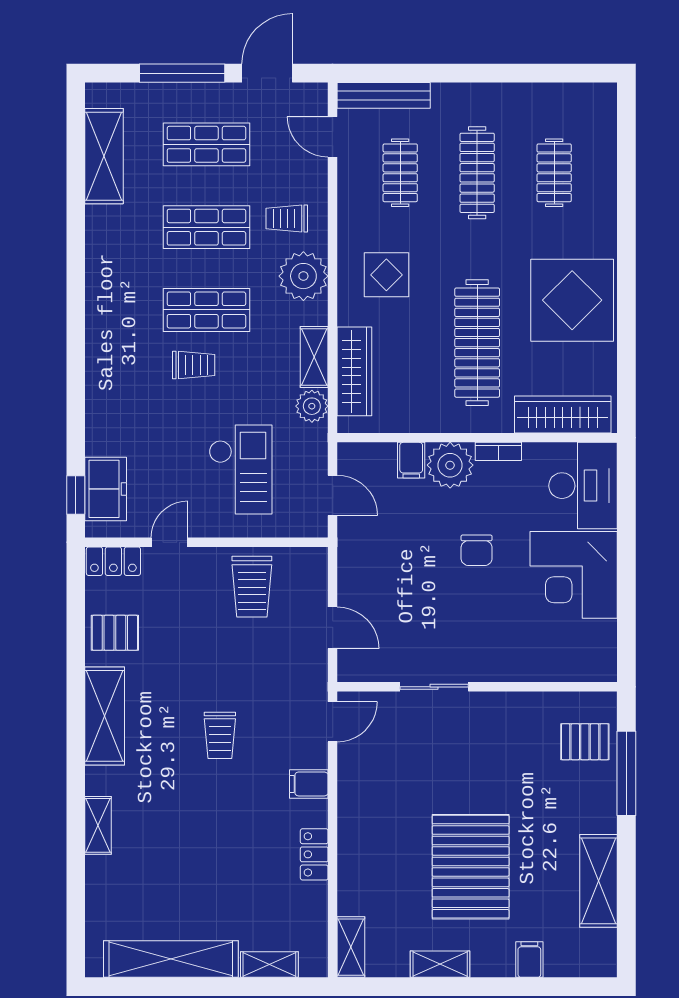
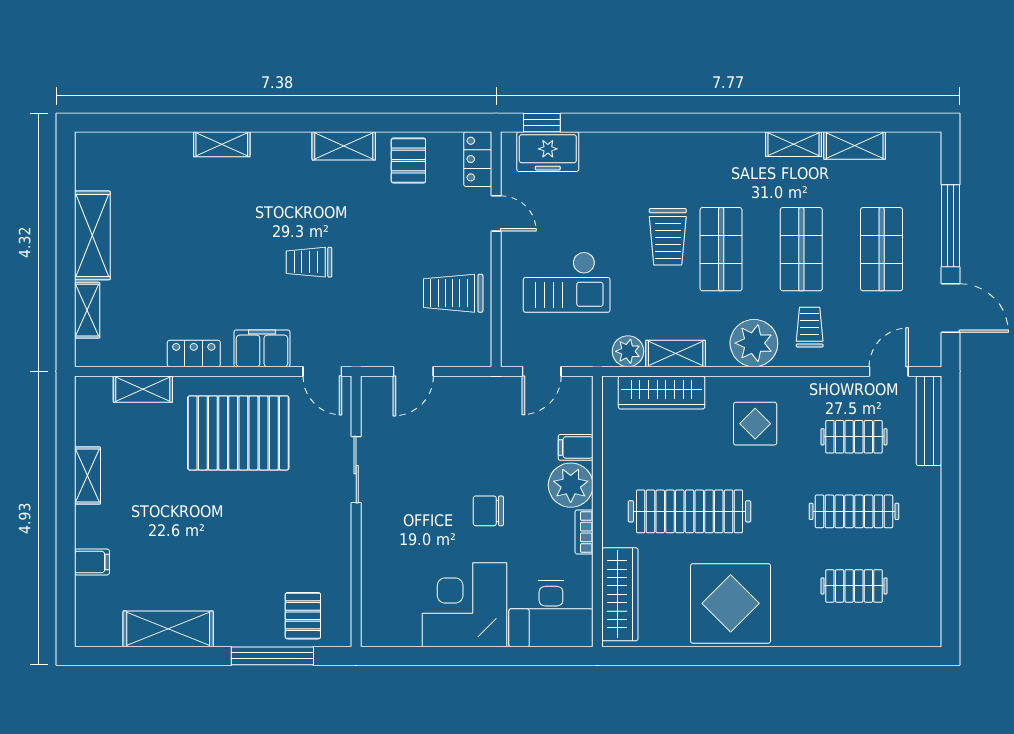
shelving: (104, 156) -> (855, 145), width x0.67, depth x0.75
shelving: (98, 235) -> (793, 144), added
trolley: (194, 365) -> (668, 237), width x1.36, depth x1.39
shelving: (105, 716) -> (344, 146), width x0.67, depth x0.75
filing cabinet: (309, 784) -> (262, 348), width x2.00
pallet: (471, 867) -> (238, 433), moved
shelving: (351, 947) -> (143, 389), moved
shelving: (171, 959) -> (92, 235), width x0.68

